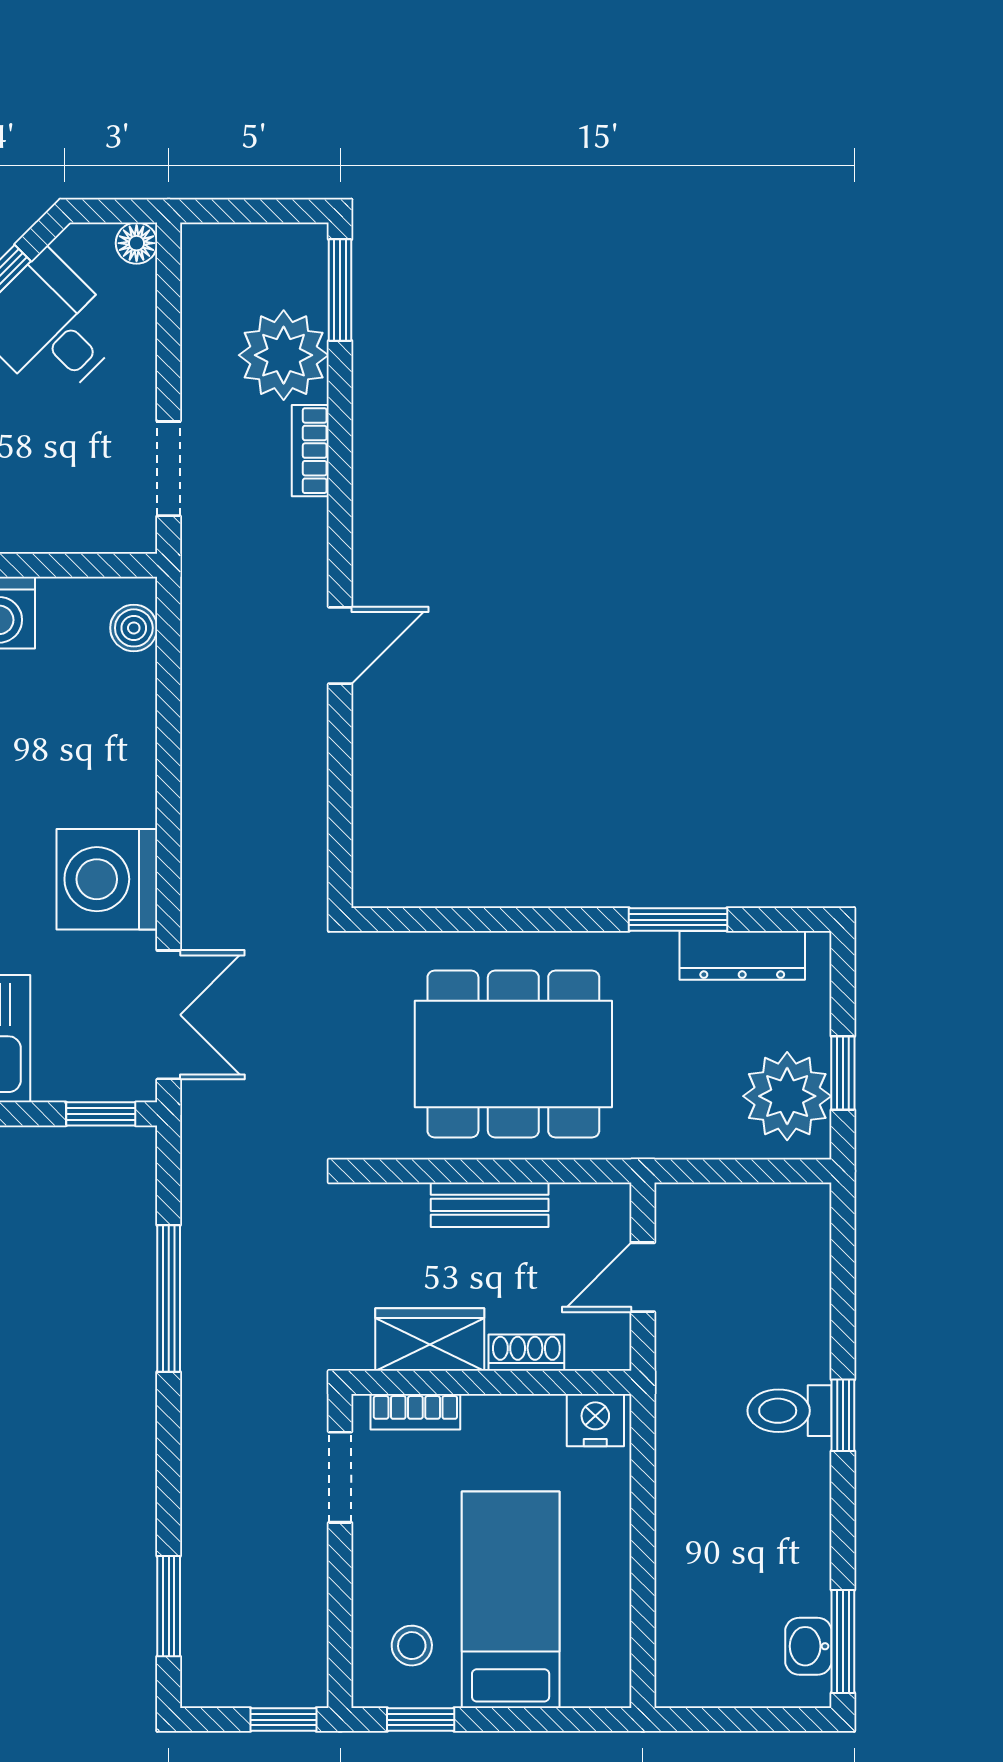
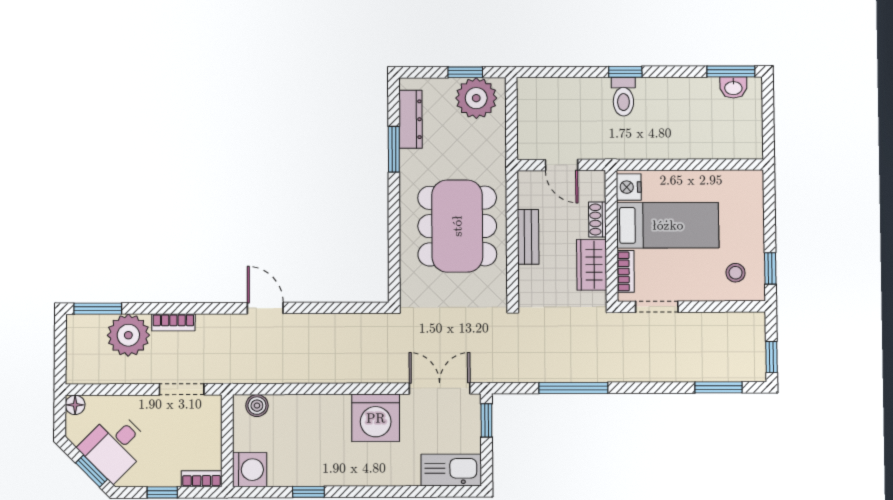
bed: (511, 1600) -> (668, 225), moved, turned 180
window: (283, 1720) -> (771, 357), moved

